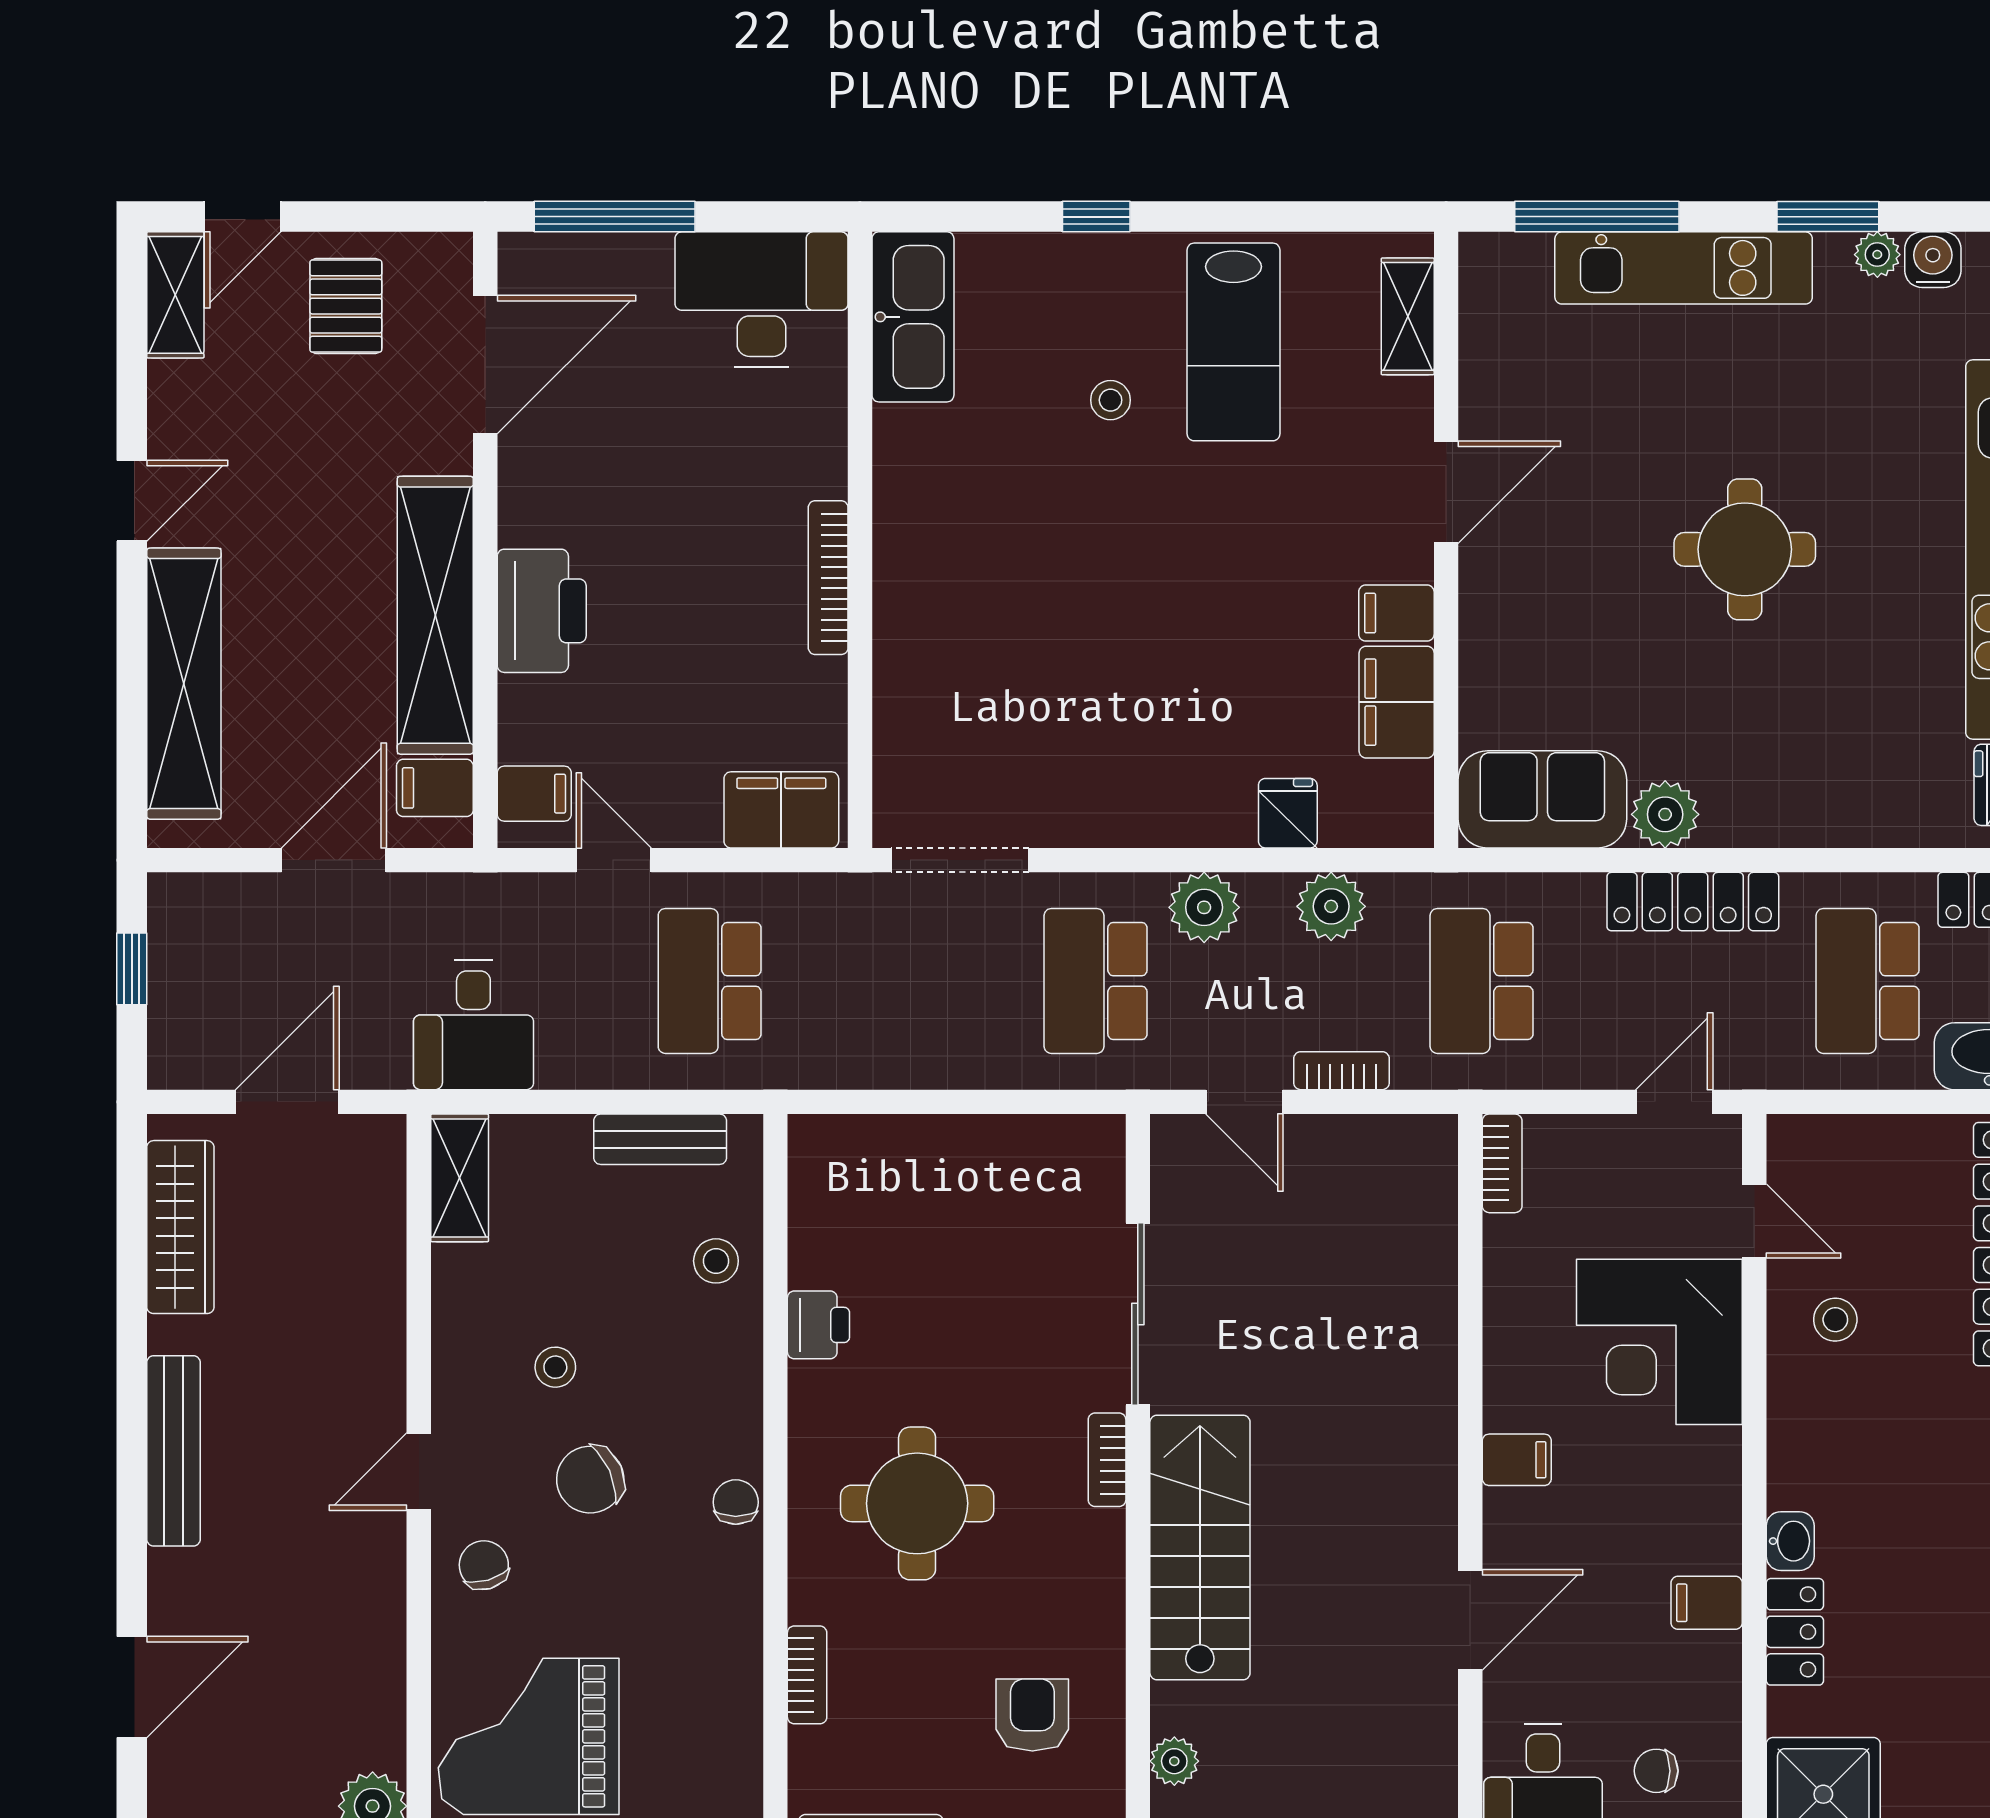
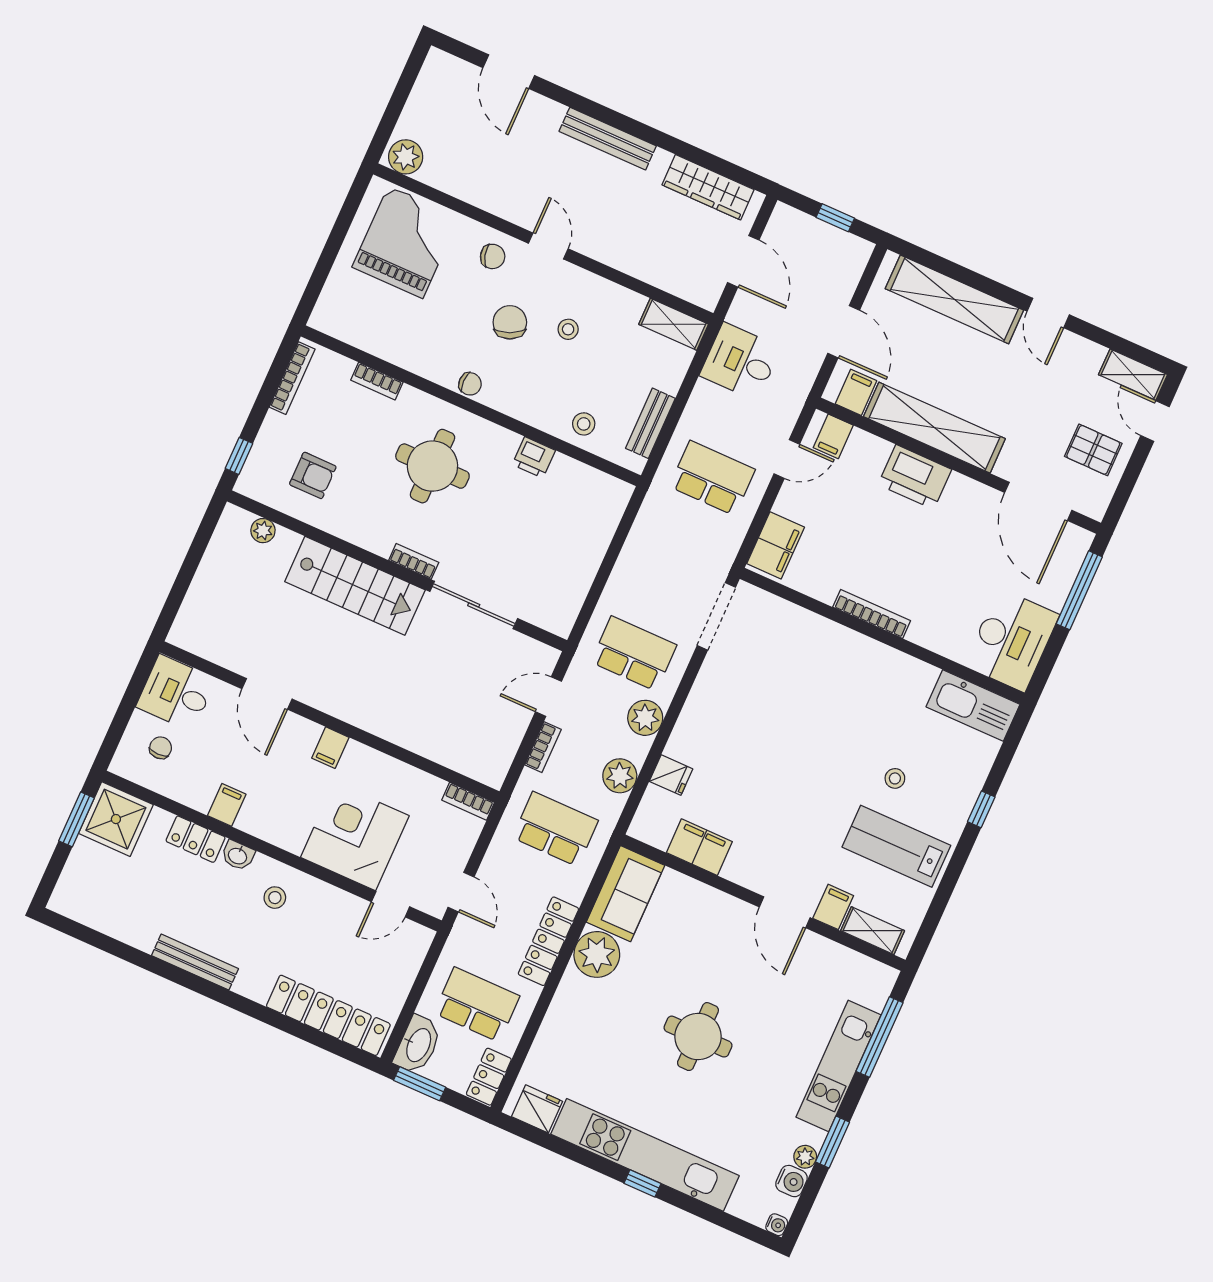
filing cabinet: (1396, 613) -> (833, 907), moved
plant: (1665, 814) -> (597, 954), width x1.36, depth x1.36
stool: (1835, 1320) -> (275, 898), moved

